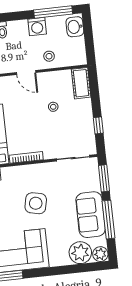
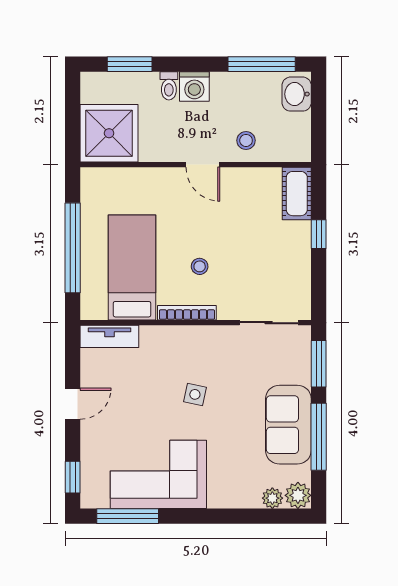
washing machine: (37, 27) -> (194, 86), moved
stool: (53, 107) -> (200, 266), moved
window: (98, 125) -> (319, 234), moved
side table: (36, 203) -> (195, 394), width x0.54, depth x0.54
plant: (80, 253) -> (272, 498), width x0.53, depth x0.53

